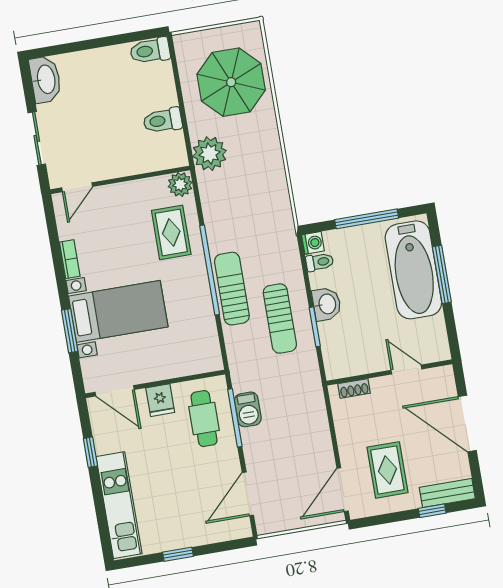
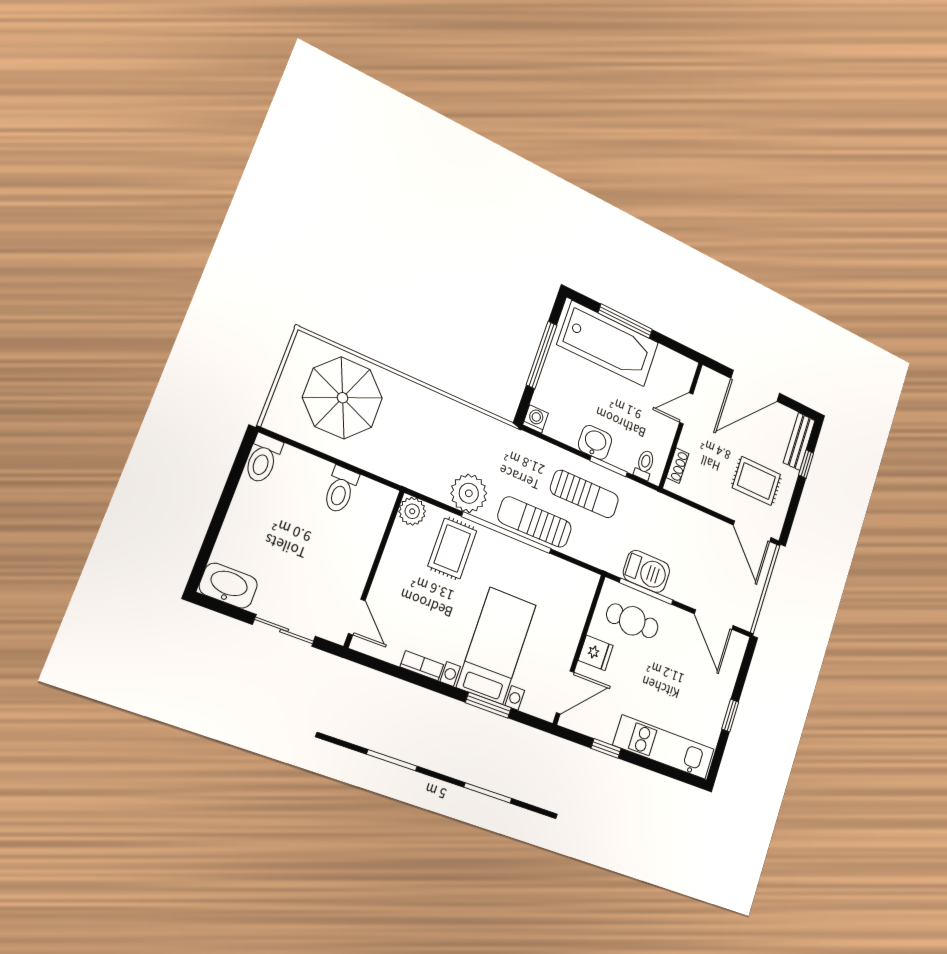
plant: (210, 154) -> (469, 493), moved
rug: (171, 232) -> (452, 548), turned 90
toilet: (320, 262) -> (645, 465), moved
barbecue: (248, 409) -> (647, 571), width x1.38, depth x1.27

